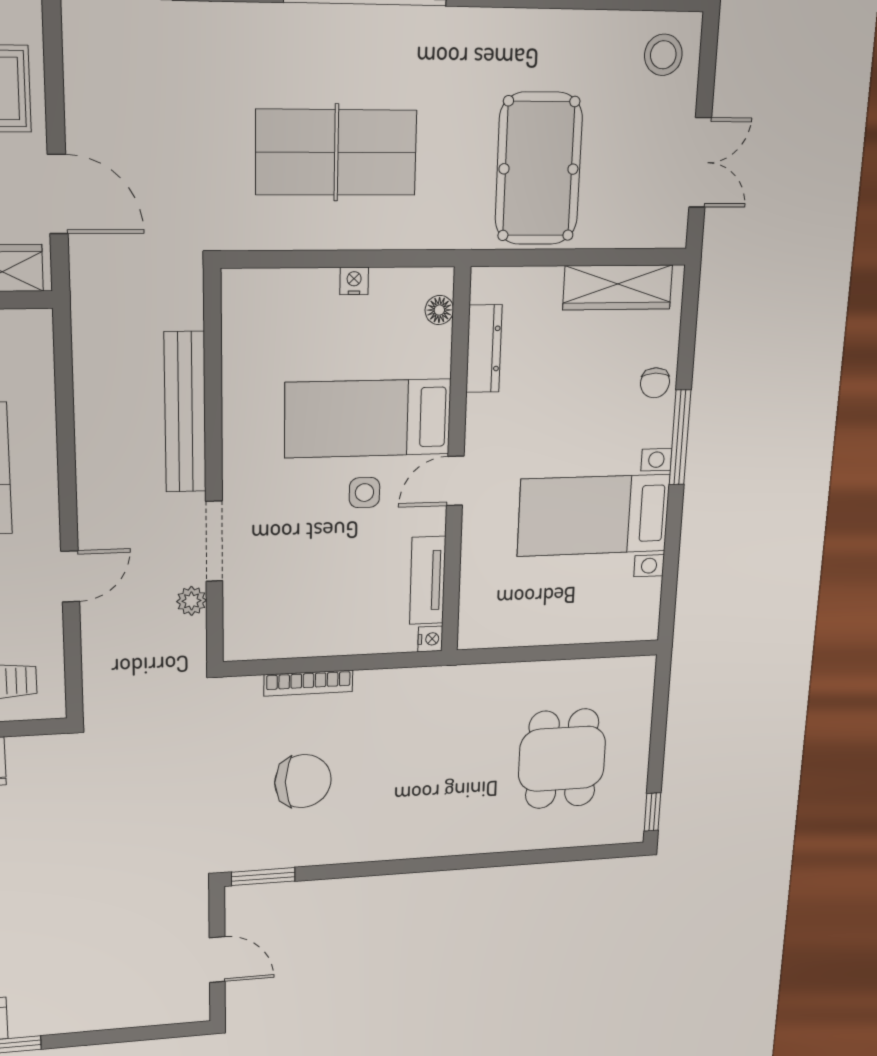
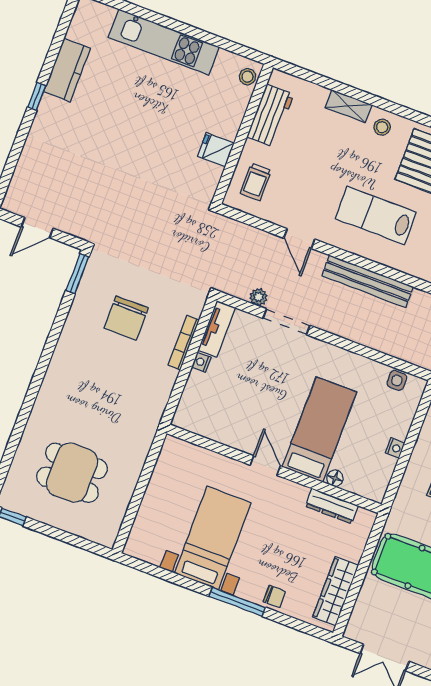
floor lamp: (439, 310) -> (335, 478), moved
chair: (655, 383) -> (274, 597), turned 180
bench: (185, 412) -> (368, 281), moved
side table: (364, 493) -> (397, 380), moved
tv unit: (428, 580) -> (217, 329), moved, turned 90
nightstand: (430, 639) -> (201, 362), moved, turned 90

